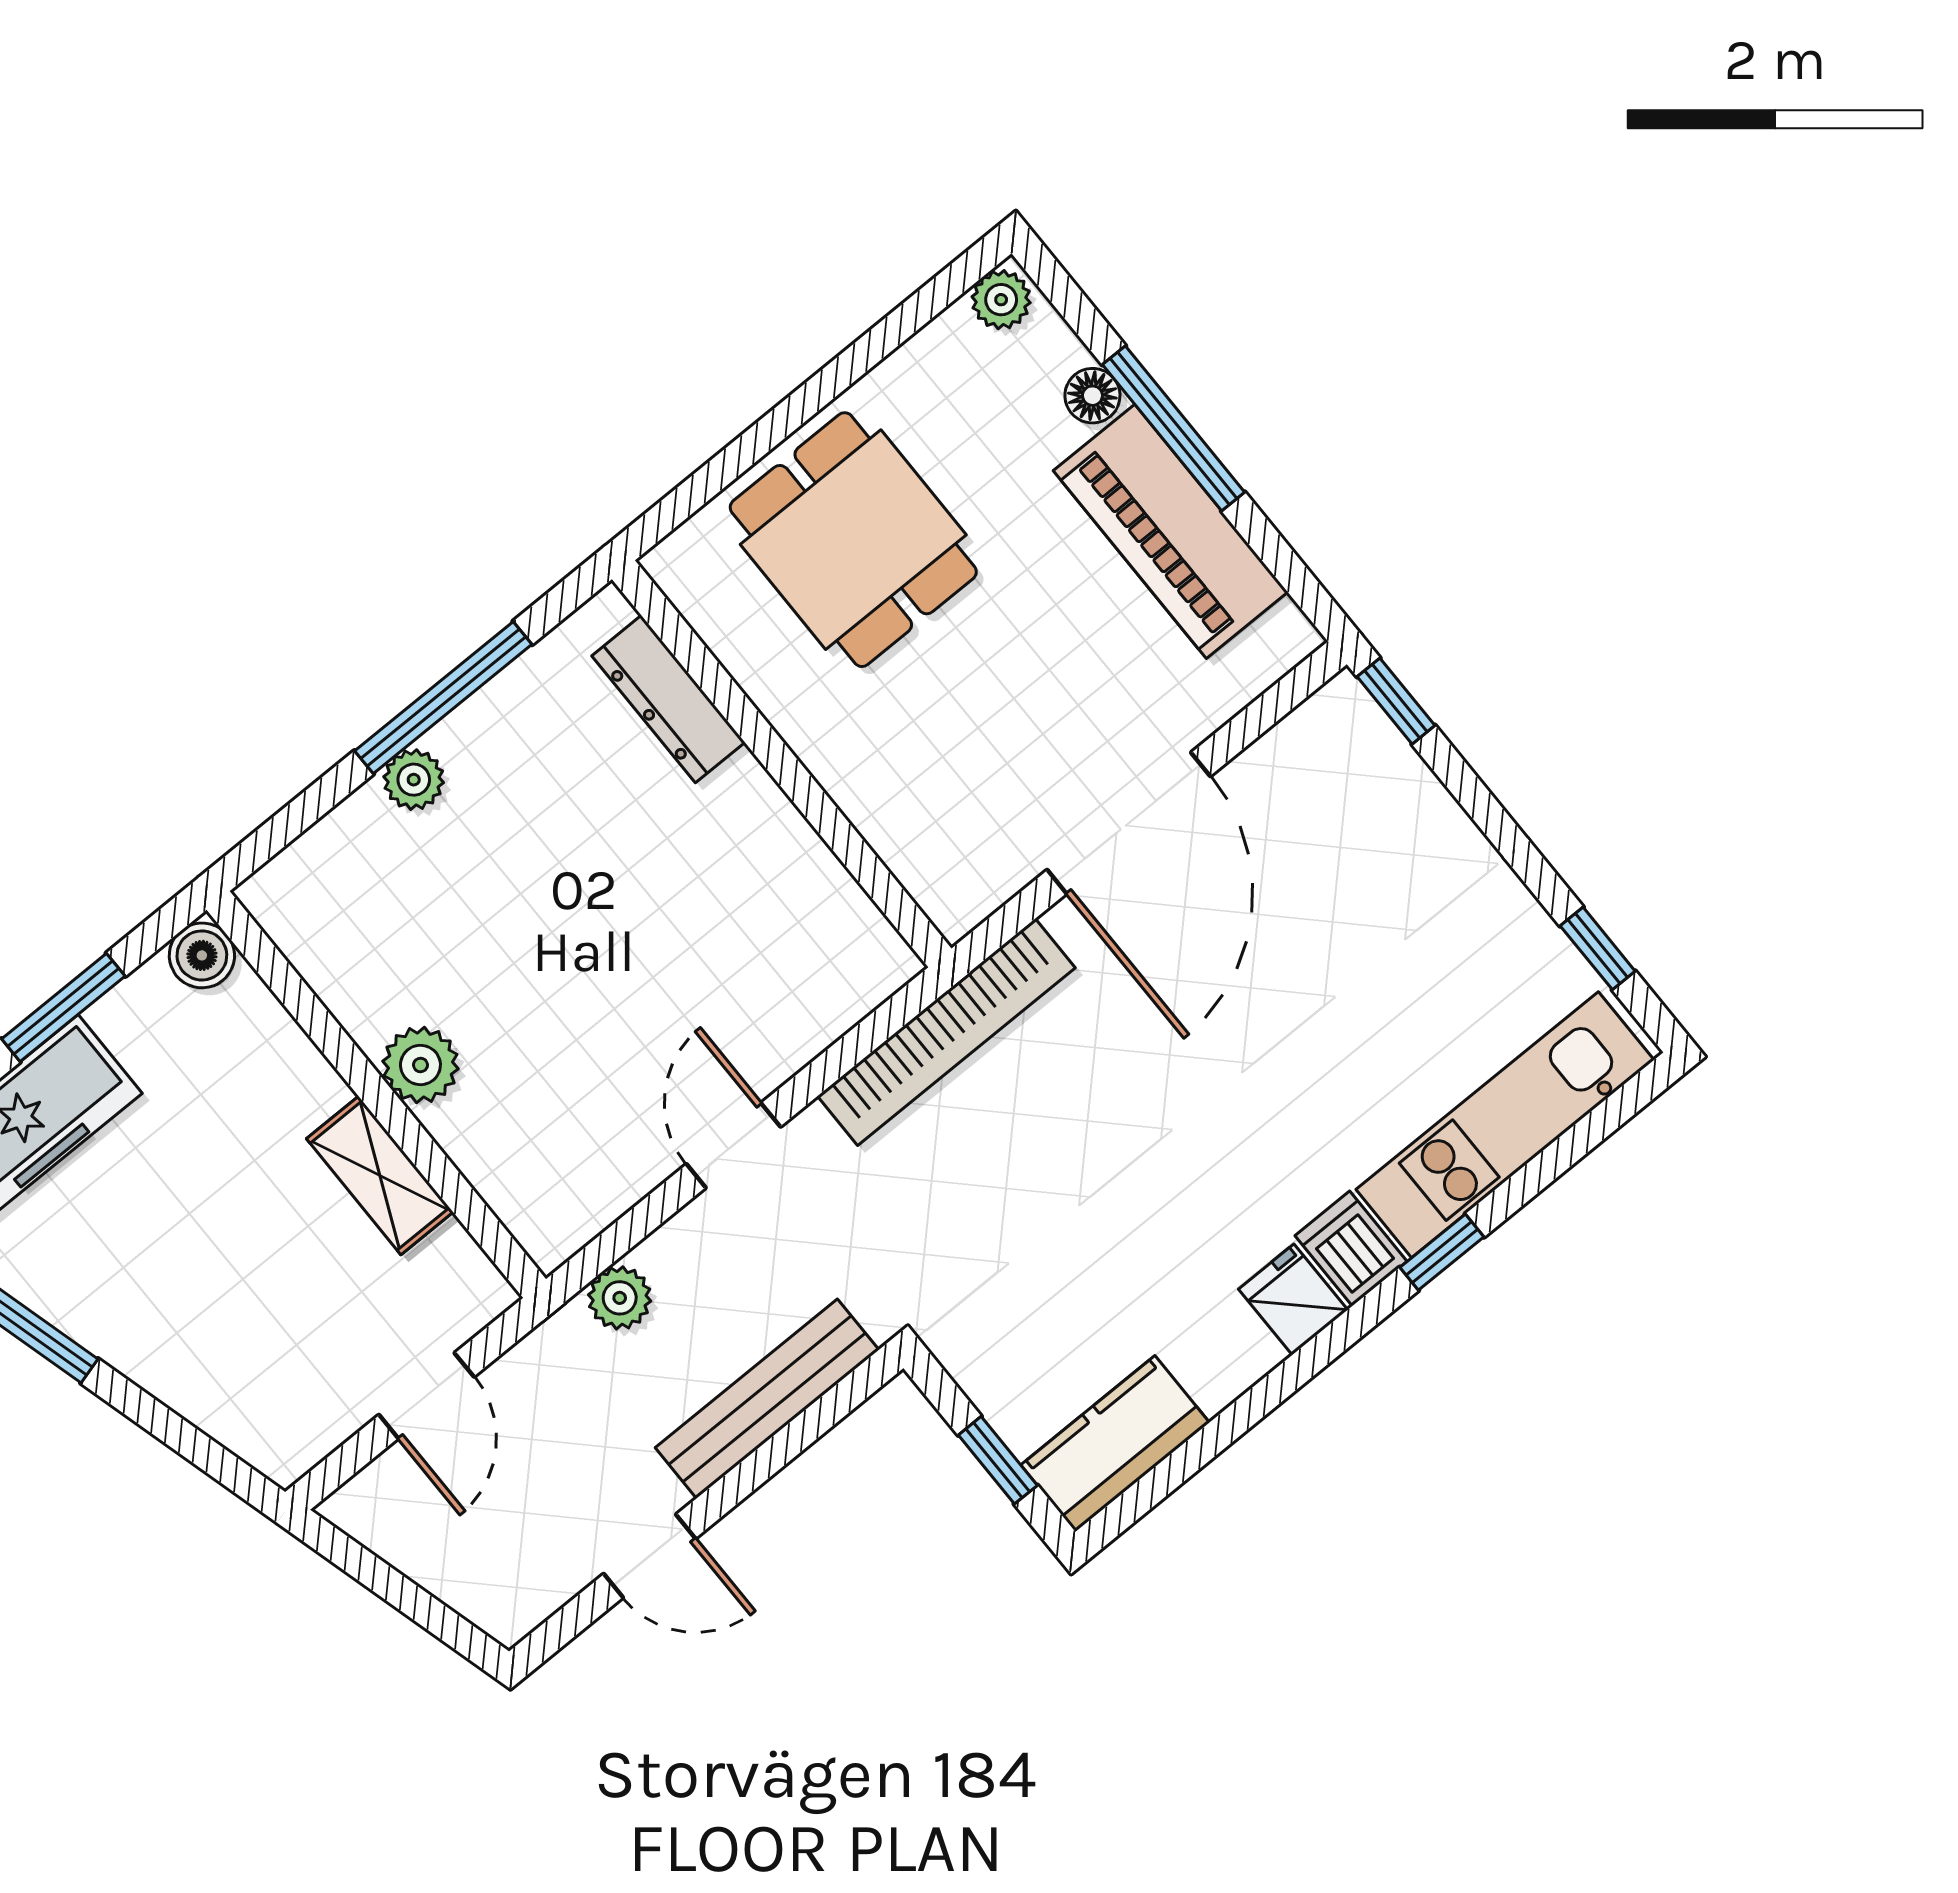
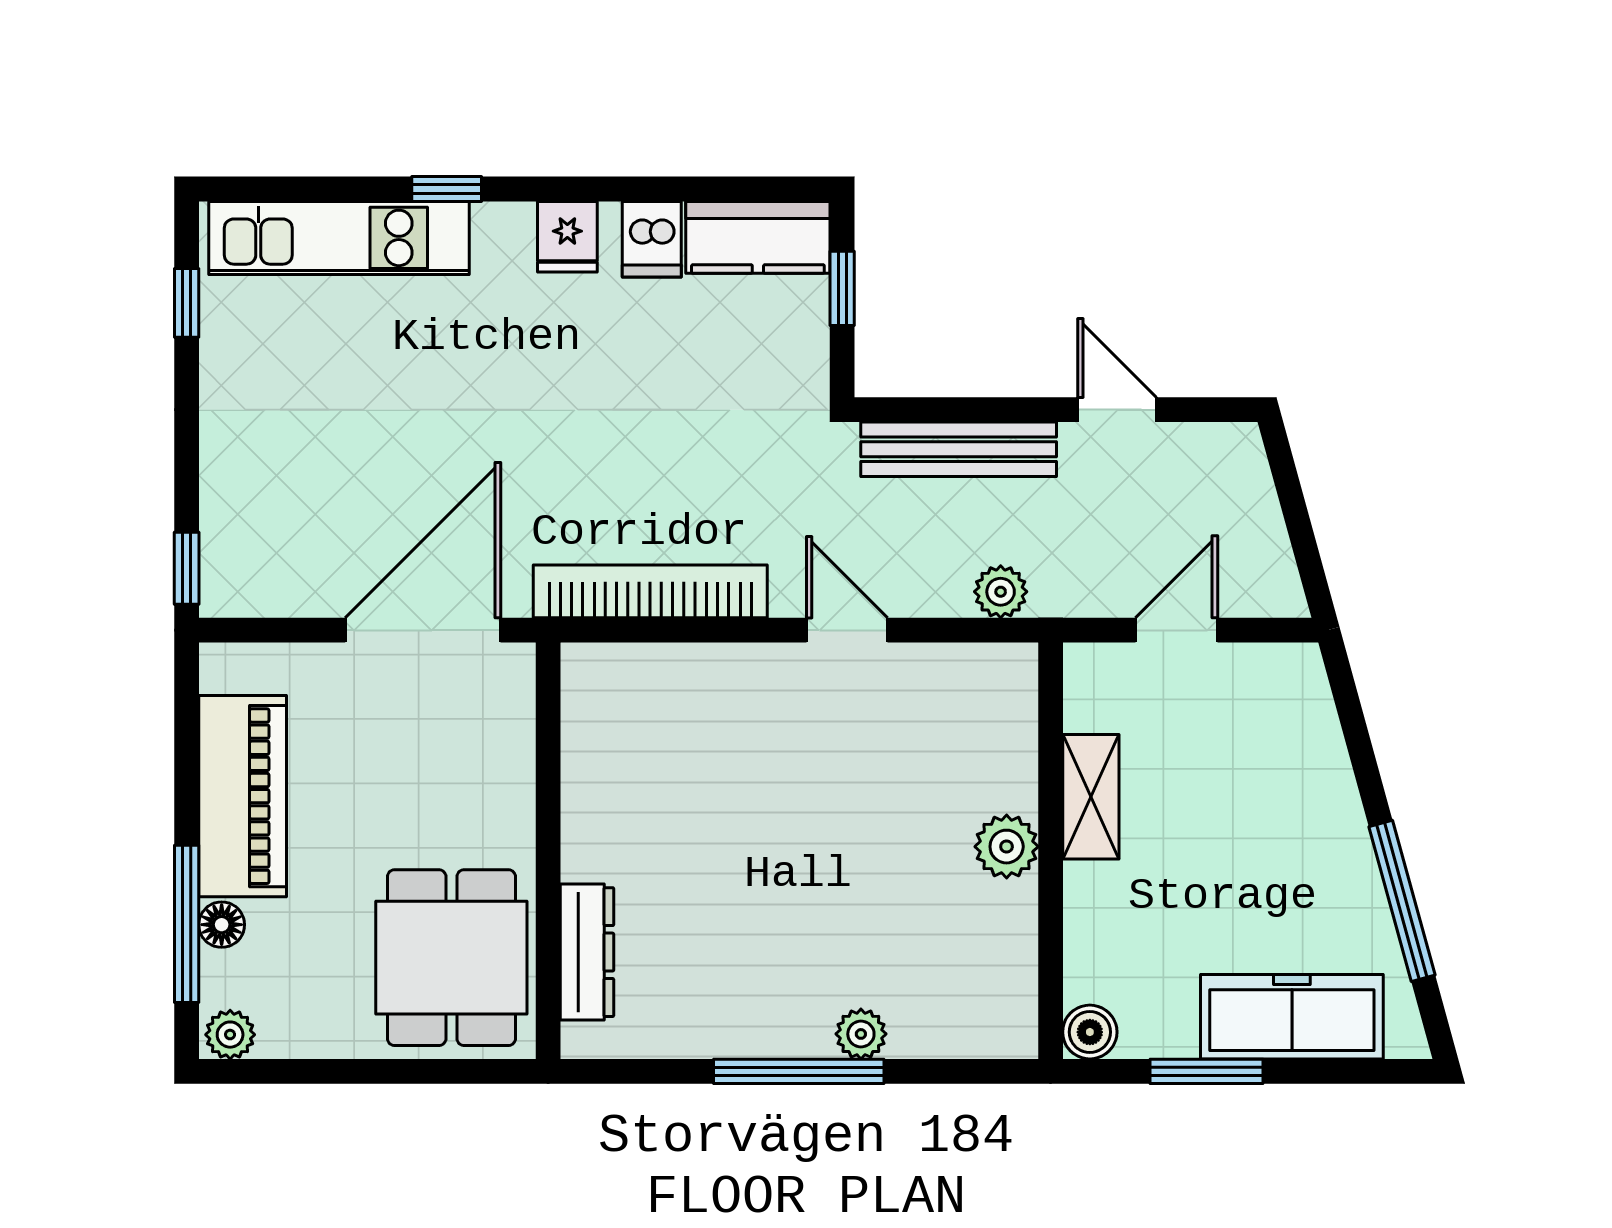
window: (1174, 428) -> (187, 924), moved
dresser: (668, 699) -> (587, 952), moved
wall: (782, 764) -> (548, 851), moved
door: (733, 1145) -> (847, 630), swing flipped
dishwasher: (1351, 1249) -> (652, 239), moved

